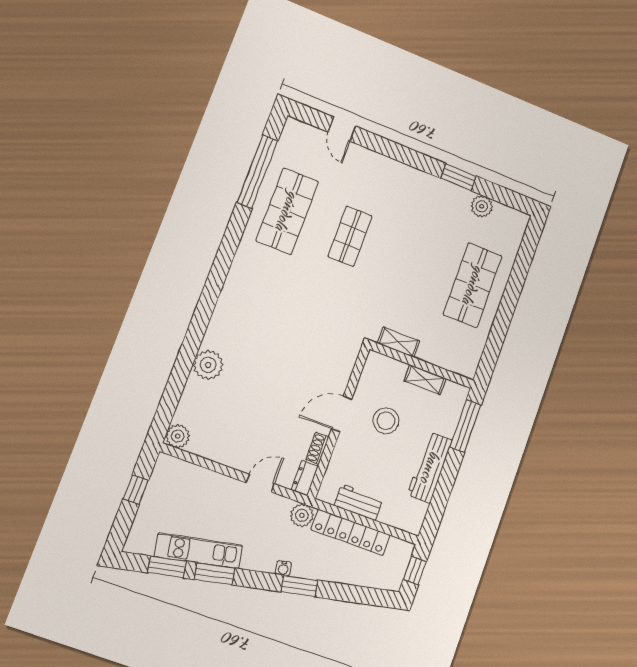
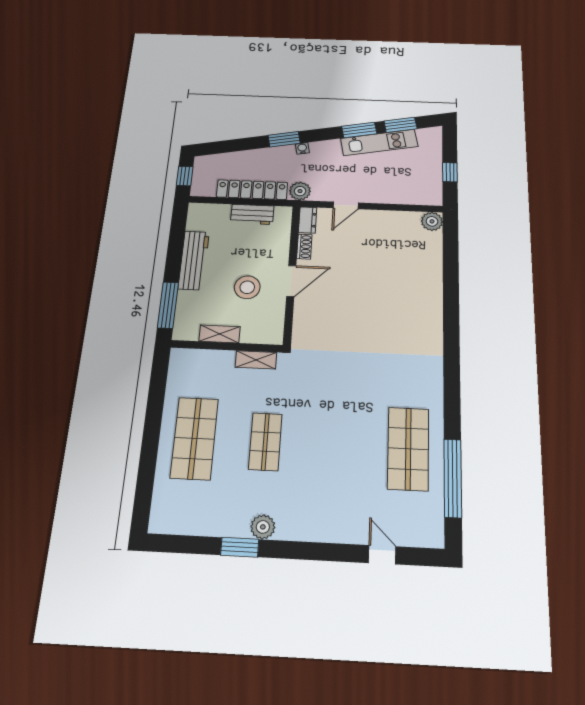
plant: (482, 206) -> (263, 527), moved
shop shelf: (350, 236) -> (265, 442), moved
plant: (208, 365) -> (429, 286), removed

